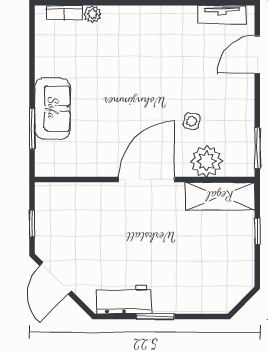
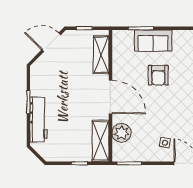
armchair: (110, 100) -> (158, 75), added
side table: (192, 121) -> (165, 143), moved
shelving: (76, 195) -> (101, 55), added
workbench: (124, 300) -> (38, 120), moved, width x1.38

